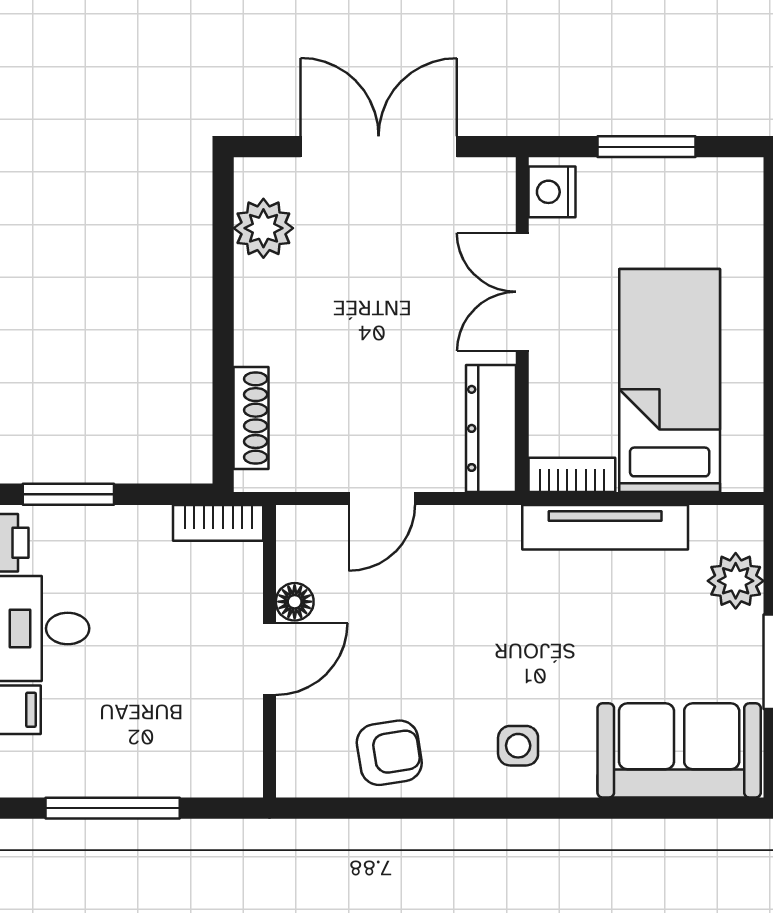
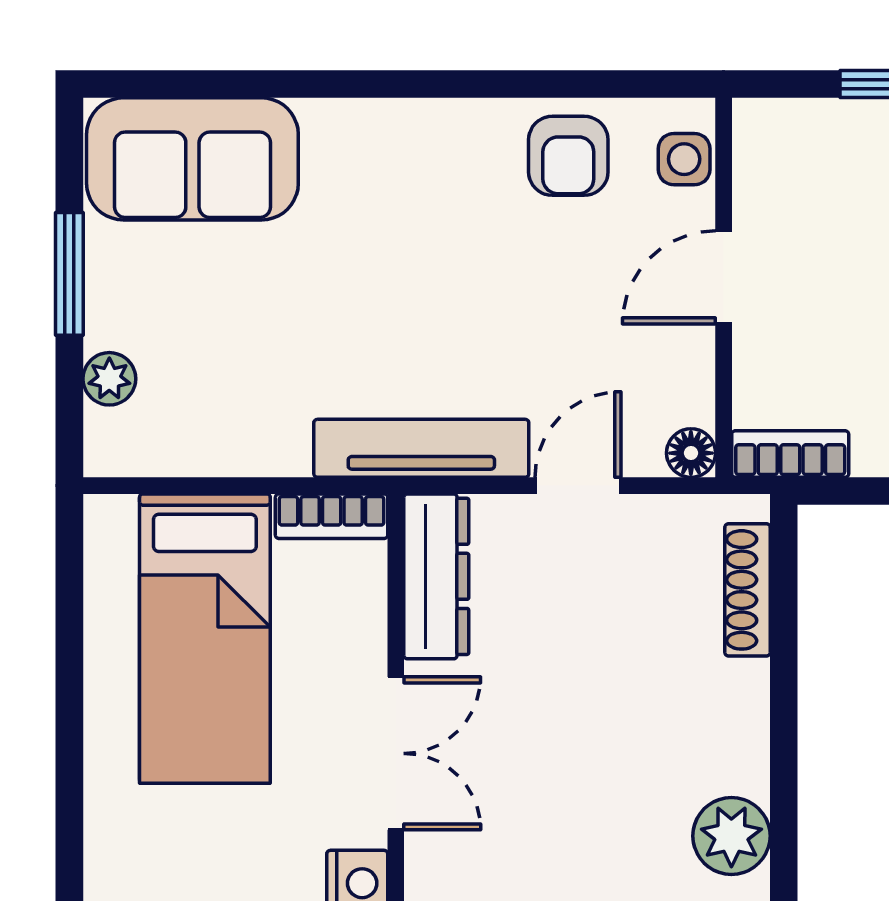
tv unit: (605, 527) -> (421, 448), moved
plant: (736, 581) -> (109, 379), width x0.73, depth x0.73
floor lamp: (295, 602) -> (691, 453), moved
side table: (518, 746) -> (684, 159), moved
armchair: (389, 753) -> (568, 156), turned -81

